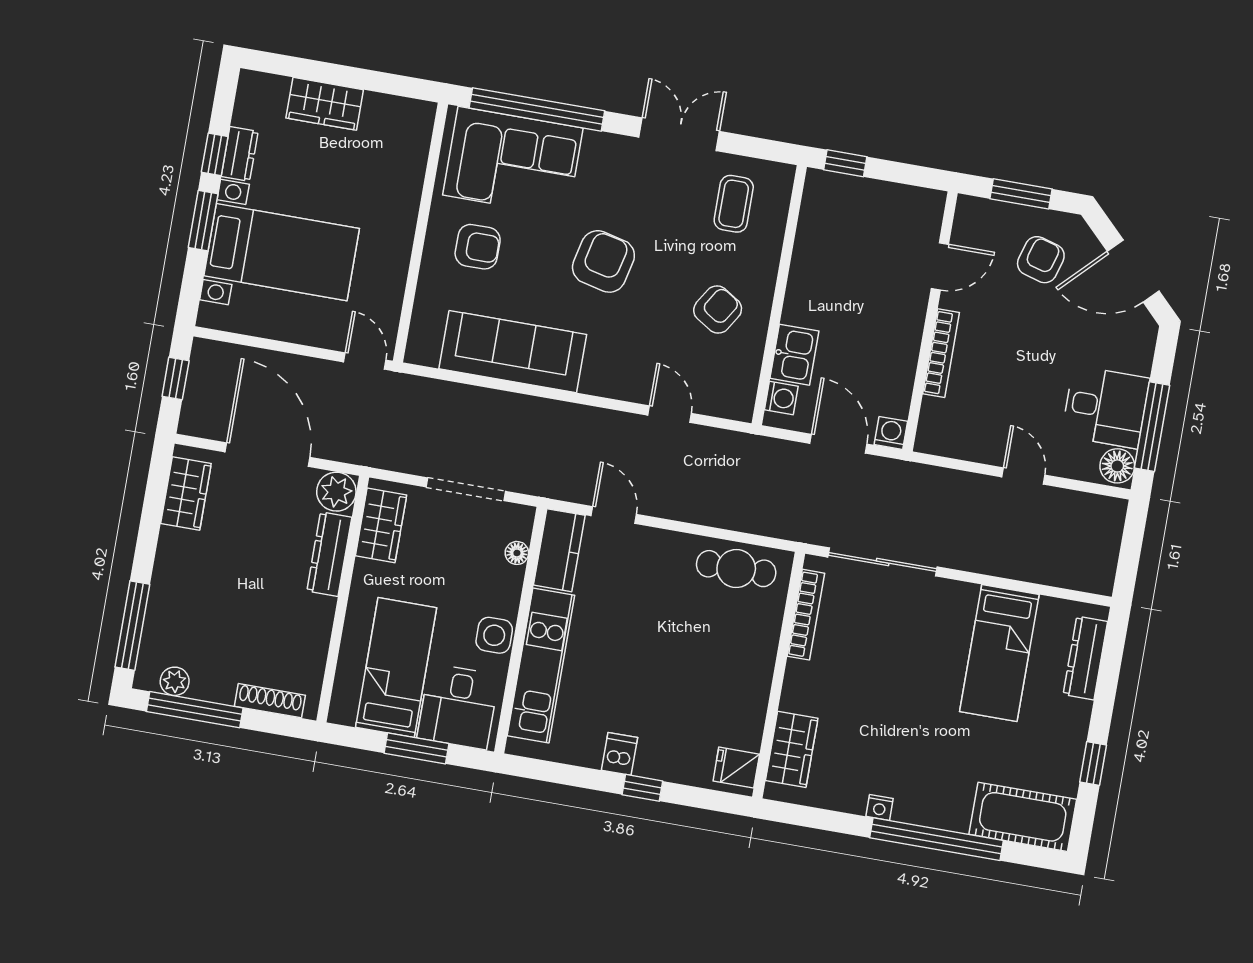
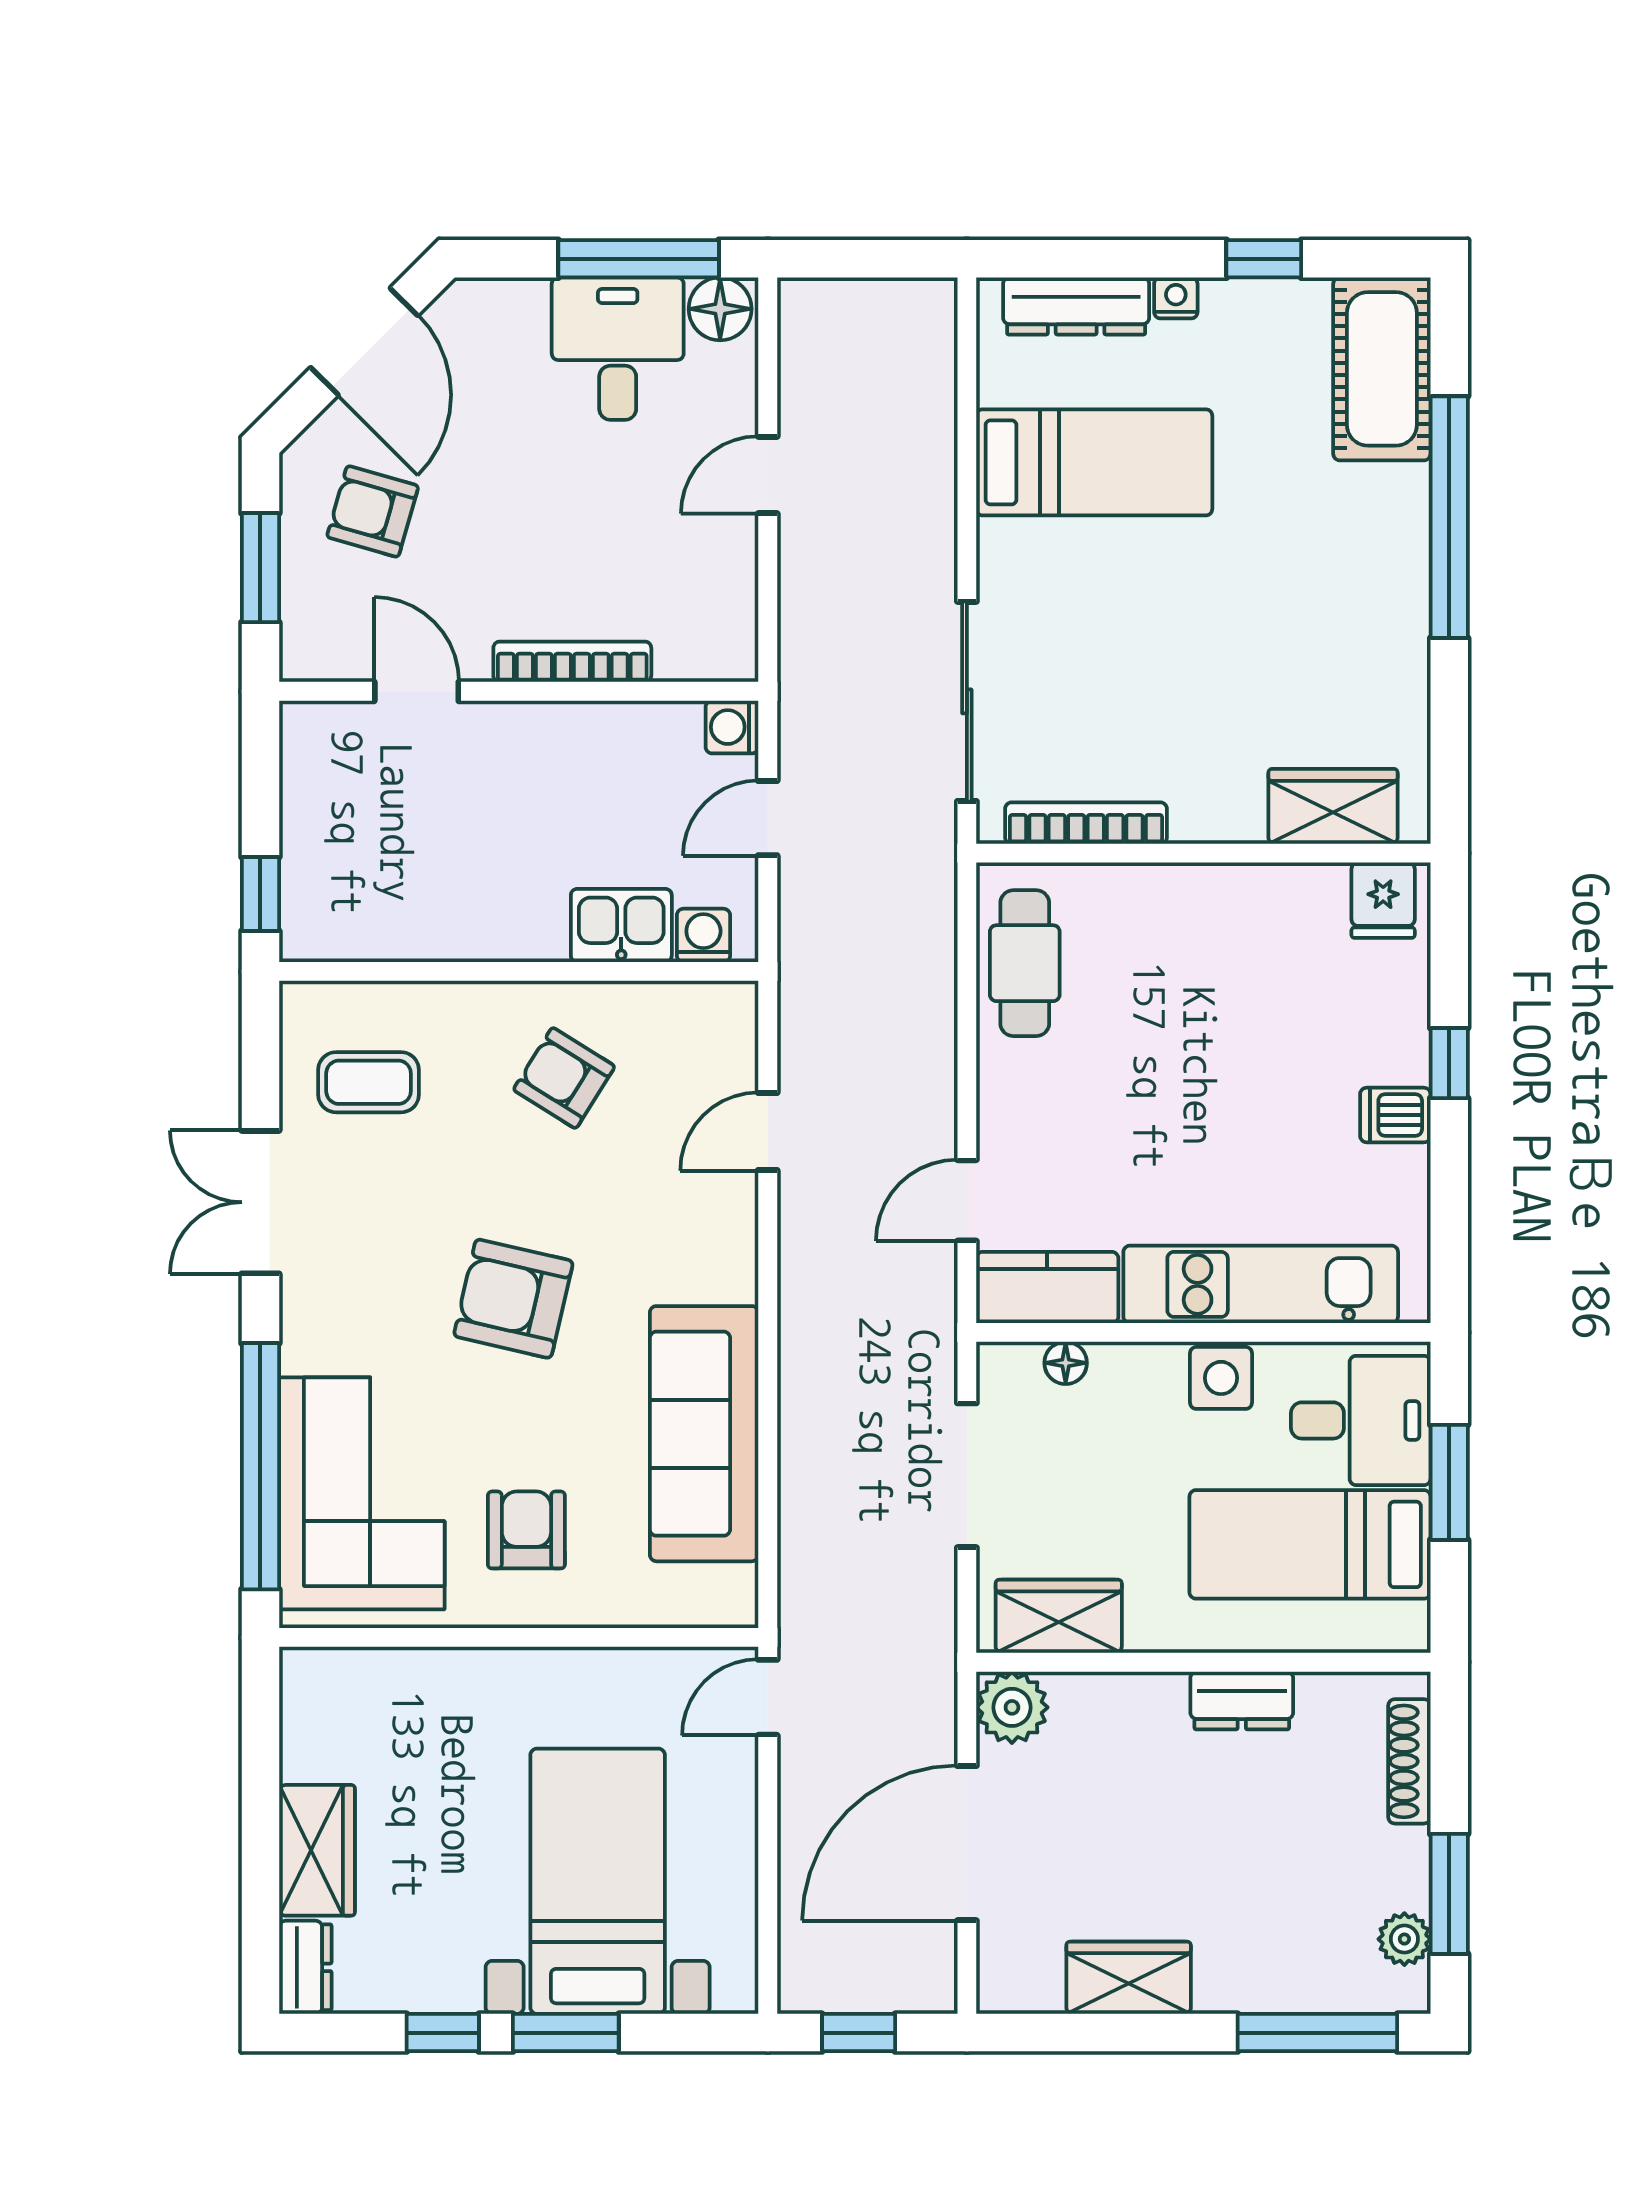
dresser: (240, 154) -> (305, 1967), moved, turned 90
door: (838, 444) -> (768, 818), width x0.73
wardrobe: (186, 493) -> (1129, 1978), moved
dresser: (329, 554) -> (1242, 1700), moved, width x0.70
window: (195, 710) -> (1449, 1894), width x0.69
nightstand: (880, 807) -> (1176, 298), moved, turned -90

